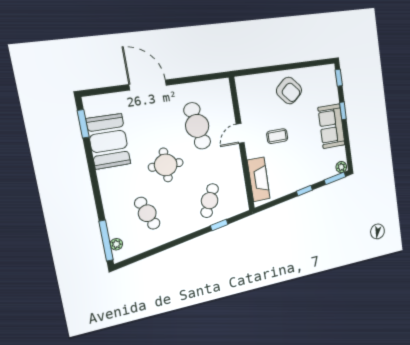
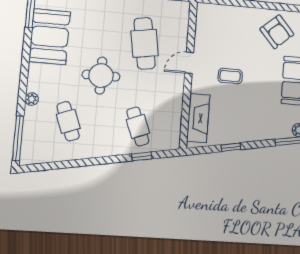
armchair: (289, 91) -> (277, 32), moved
window: (304, 191) -> (231, 147), moved
cafe table: (210, 201) -> (138, 126), turned -45
plant: (116, 244) -> (32, 99), moved

